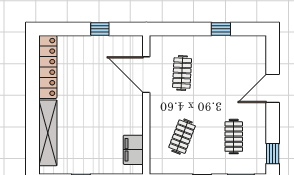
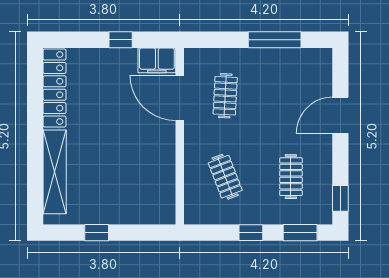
window: (221, 29) -> (275, 40), width x2.17
clothes rail: (182, 137) -> (225, 177), turned -42
filing cabinet: (133, 150) -> (157, 60), moved, turned -90

